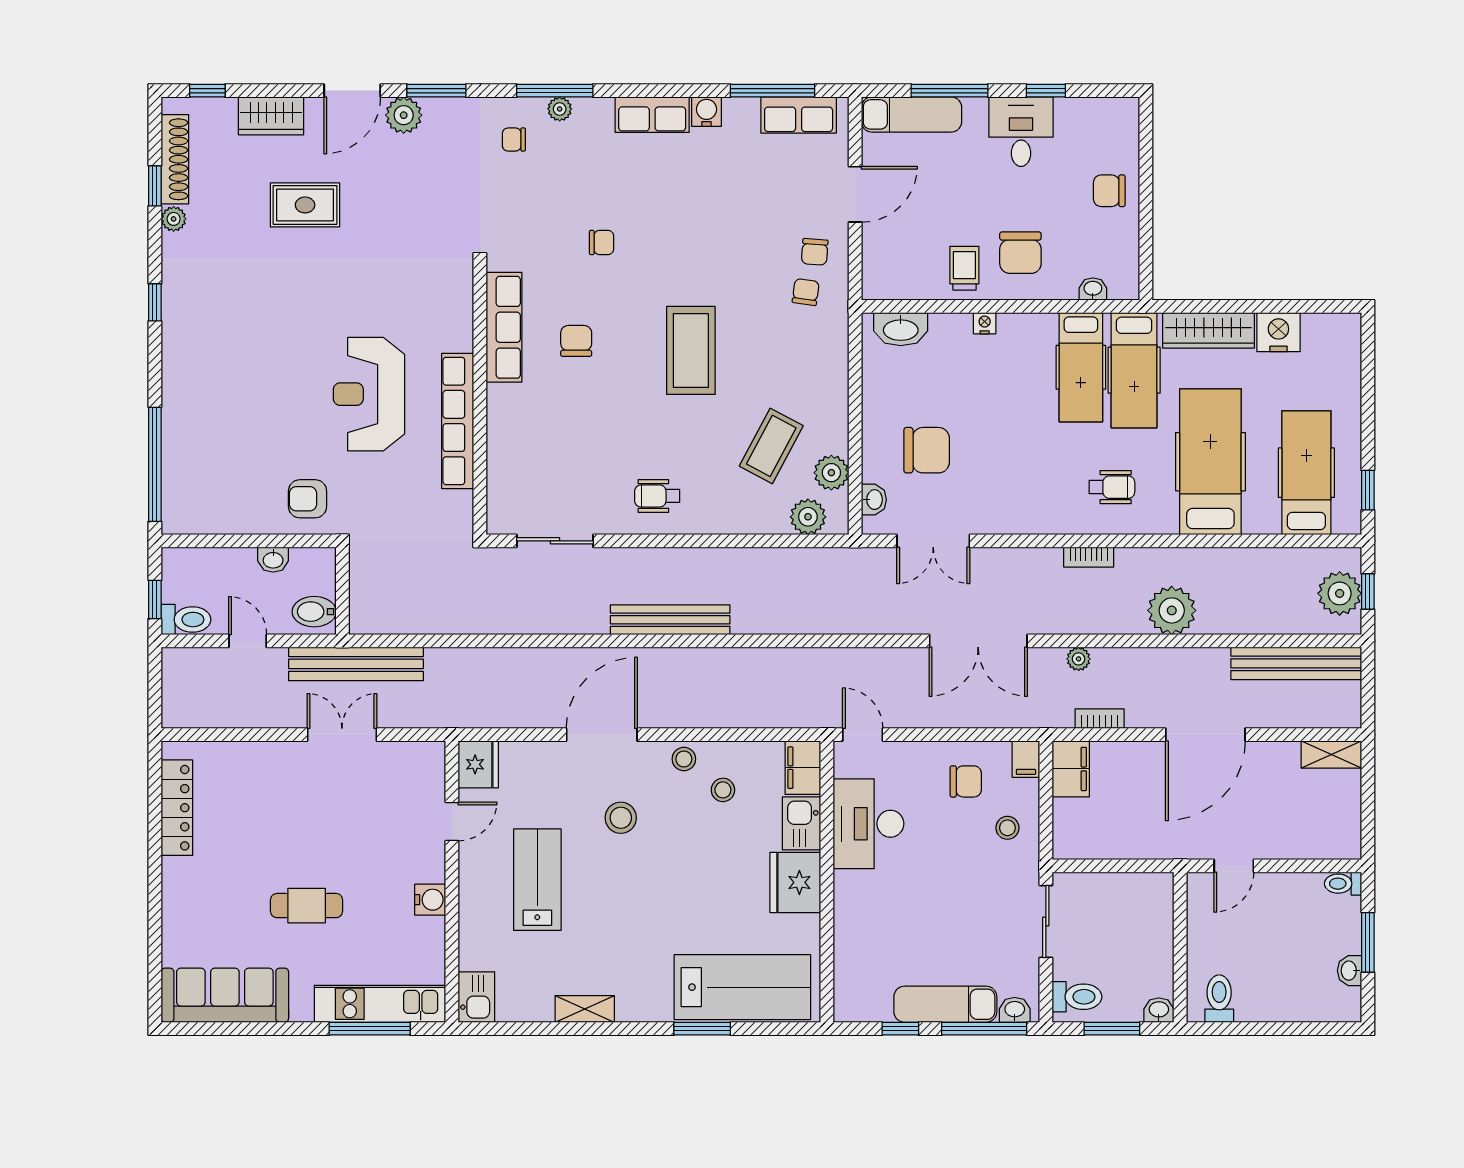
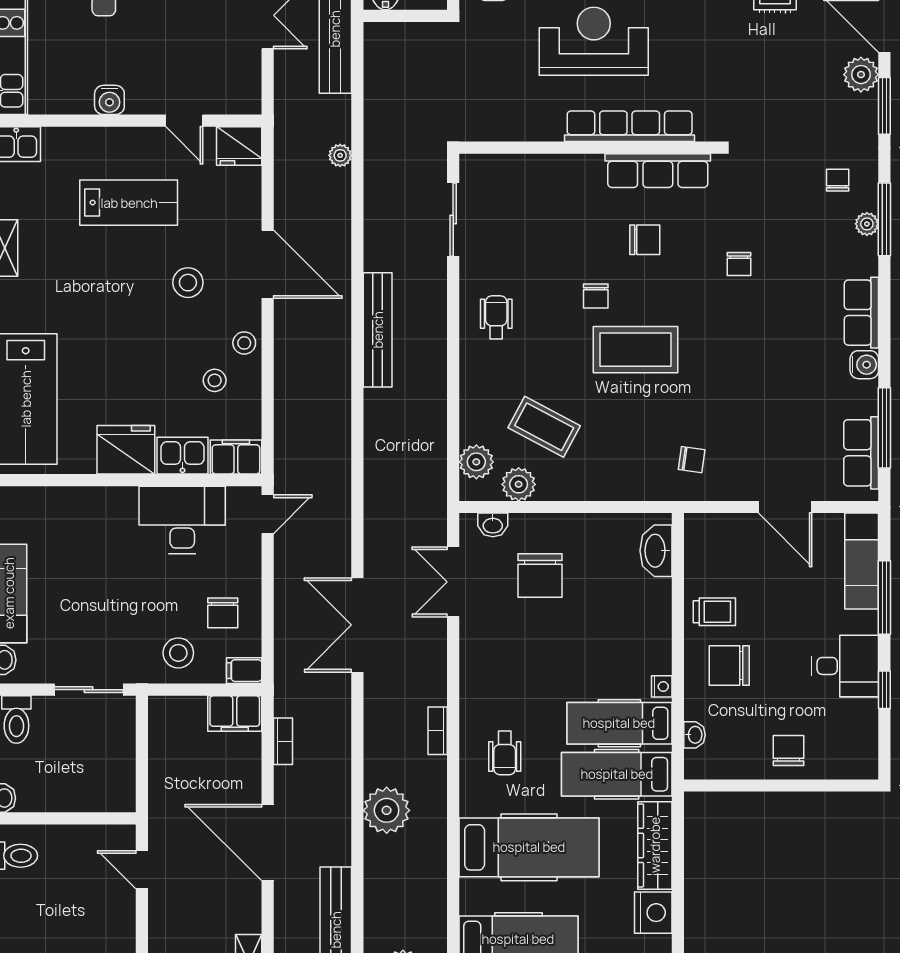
chair: (815, 252) -> (596, 296), moved, turned -94
nightstand: (985, 323) -> (662, 686), moved
row of seats: (458, 421) -> (630, 126), moved
plant: (1079, 659) -> (340, 155), moved
stool: (1007, 828) -> (178, 653), width x1.37, depth x1.37

